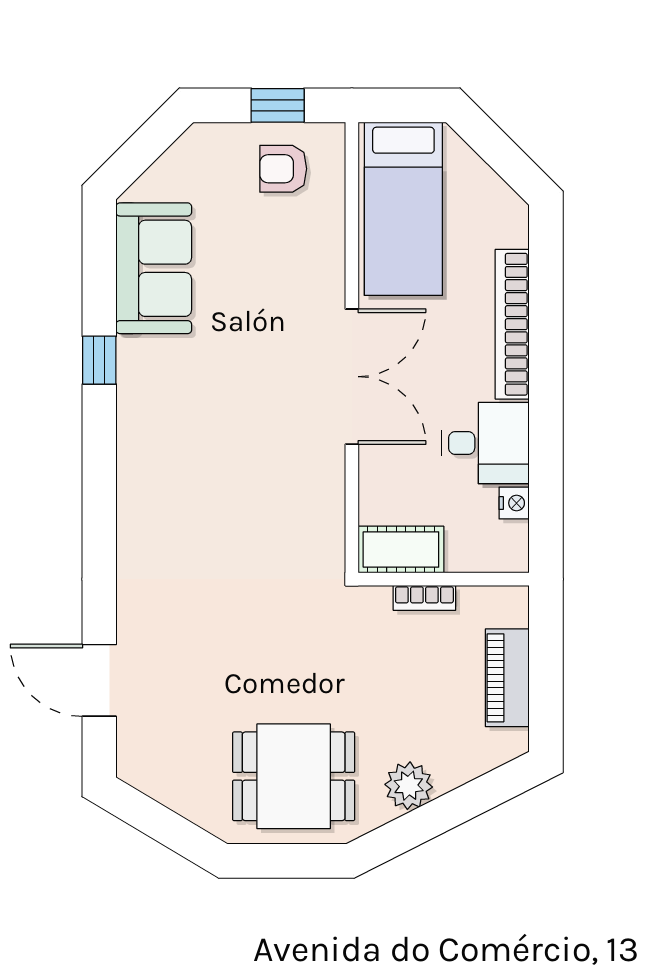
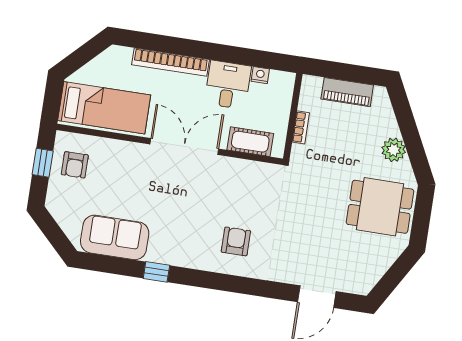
armchair: (183, 506) -> (236, 241), added
cot: (401, 550) -> (250, 142), moved, turned 90
dining table: (294, 776) -> (380, 207), turned 90

